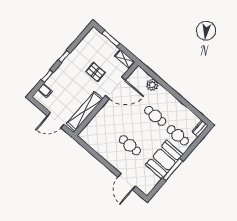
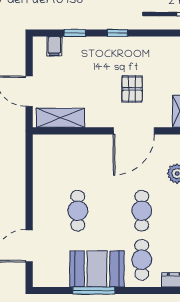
door: (115, 88) -> (134, 131), hinge flipped
shelving: (85, 111) -> (60, 118), width x0.68

